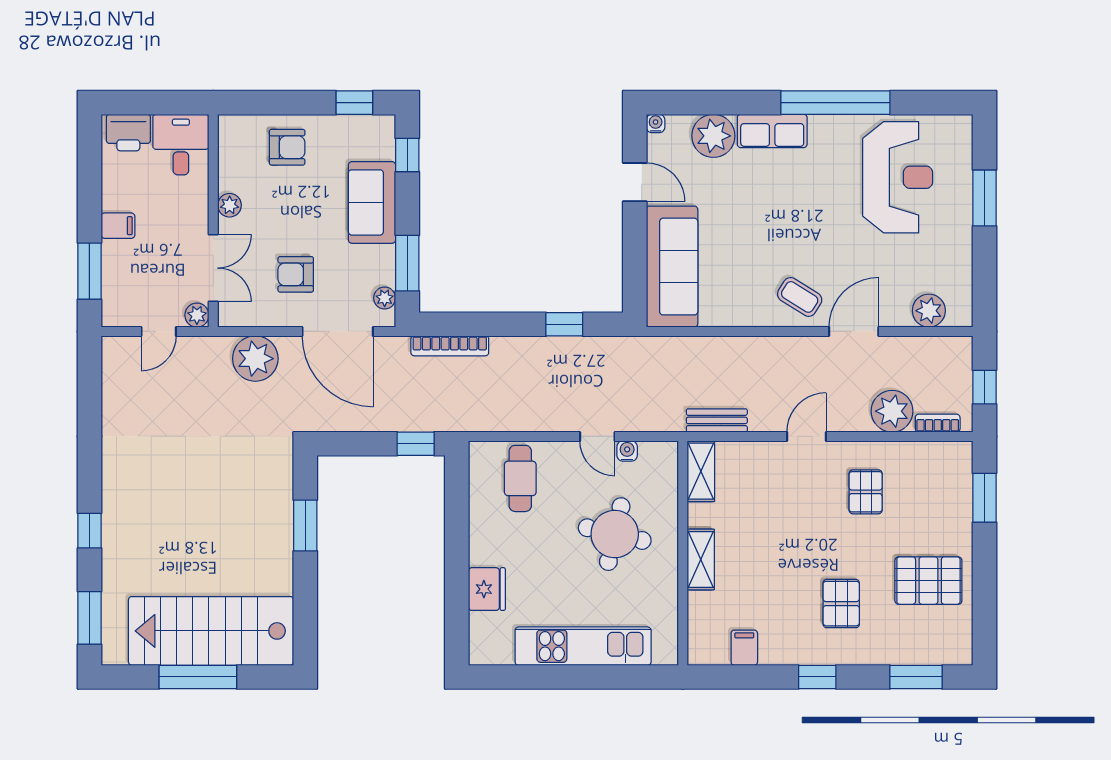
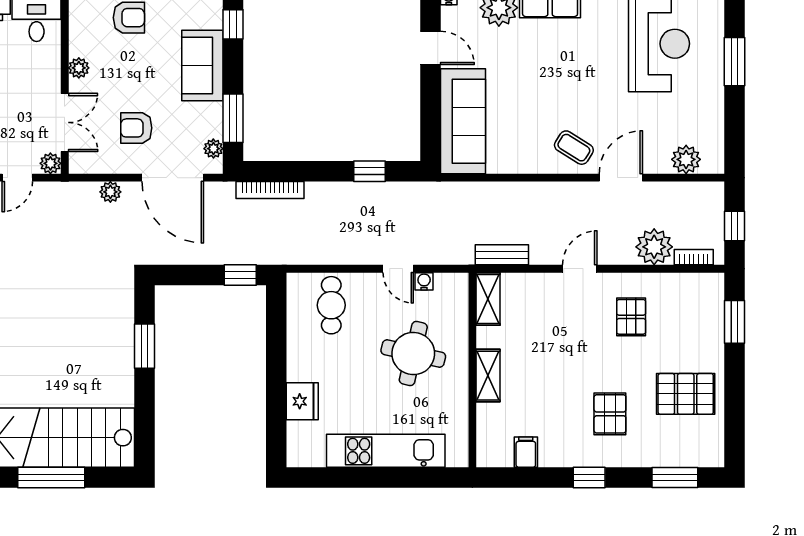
plant: (255, 359) -> (110, 192), width x0.53, depth x0.53

